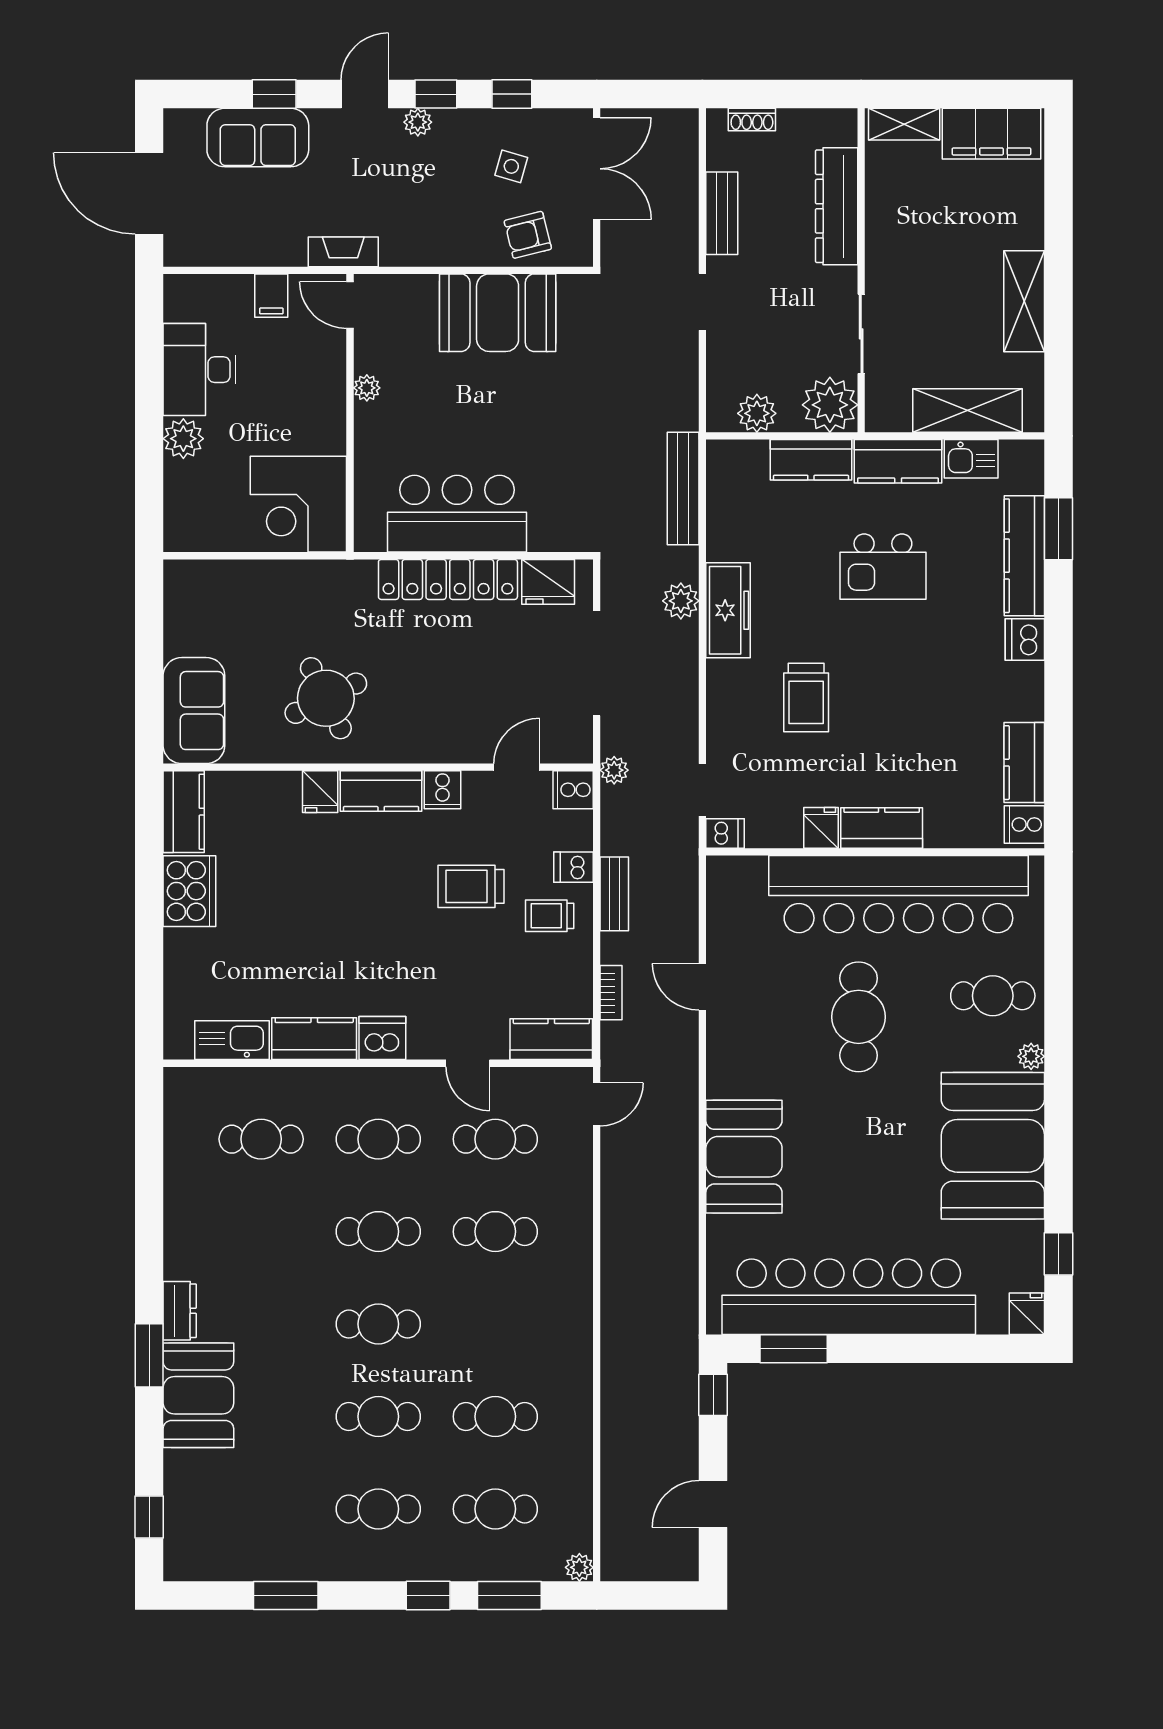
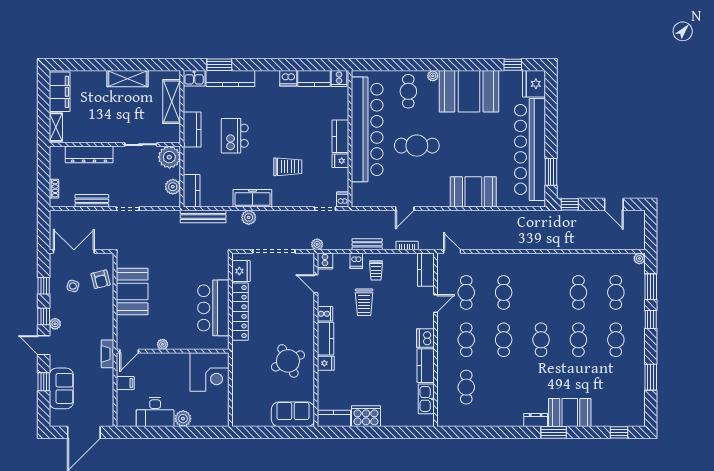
kitchen sink: (971, 459) -> (194, 78), moved, turned 90
kitchen counter: (811, 460) -> (192, 191), moved
kitchen island: (883, 567) -> (235, 136), turned 180
dishwasher: (1025, 639) -> (288, 78), moved
fridge: (1027, 1314) -> (534, 84), width x1.88, depth x1.34

